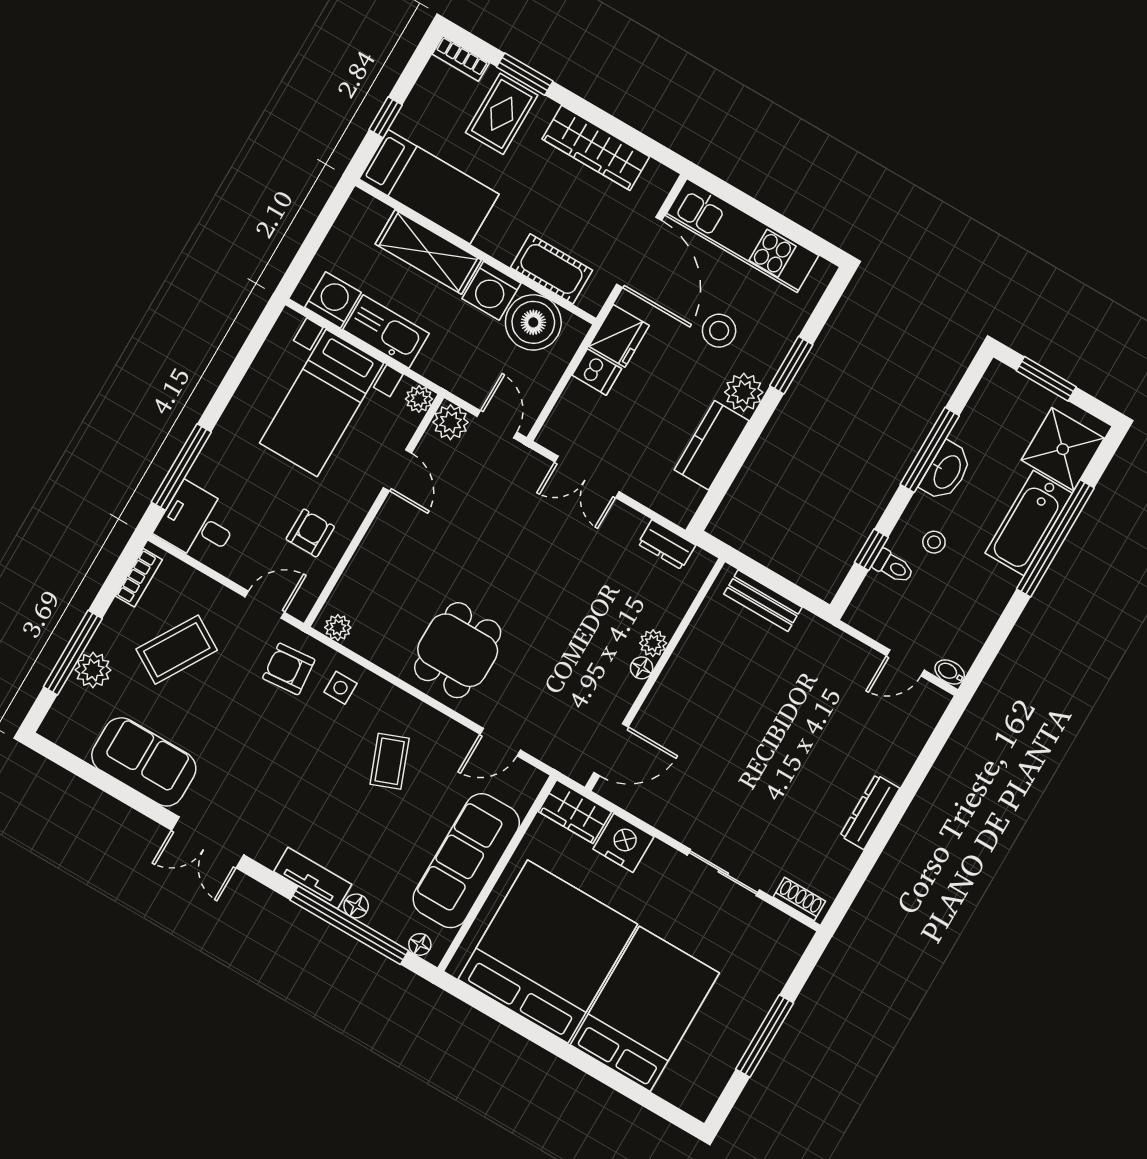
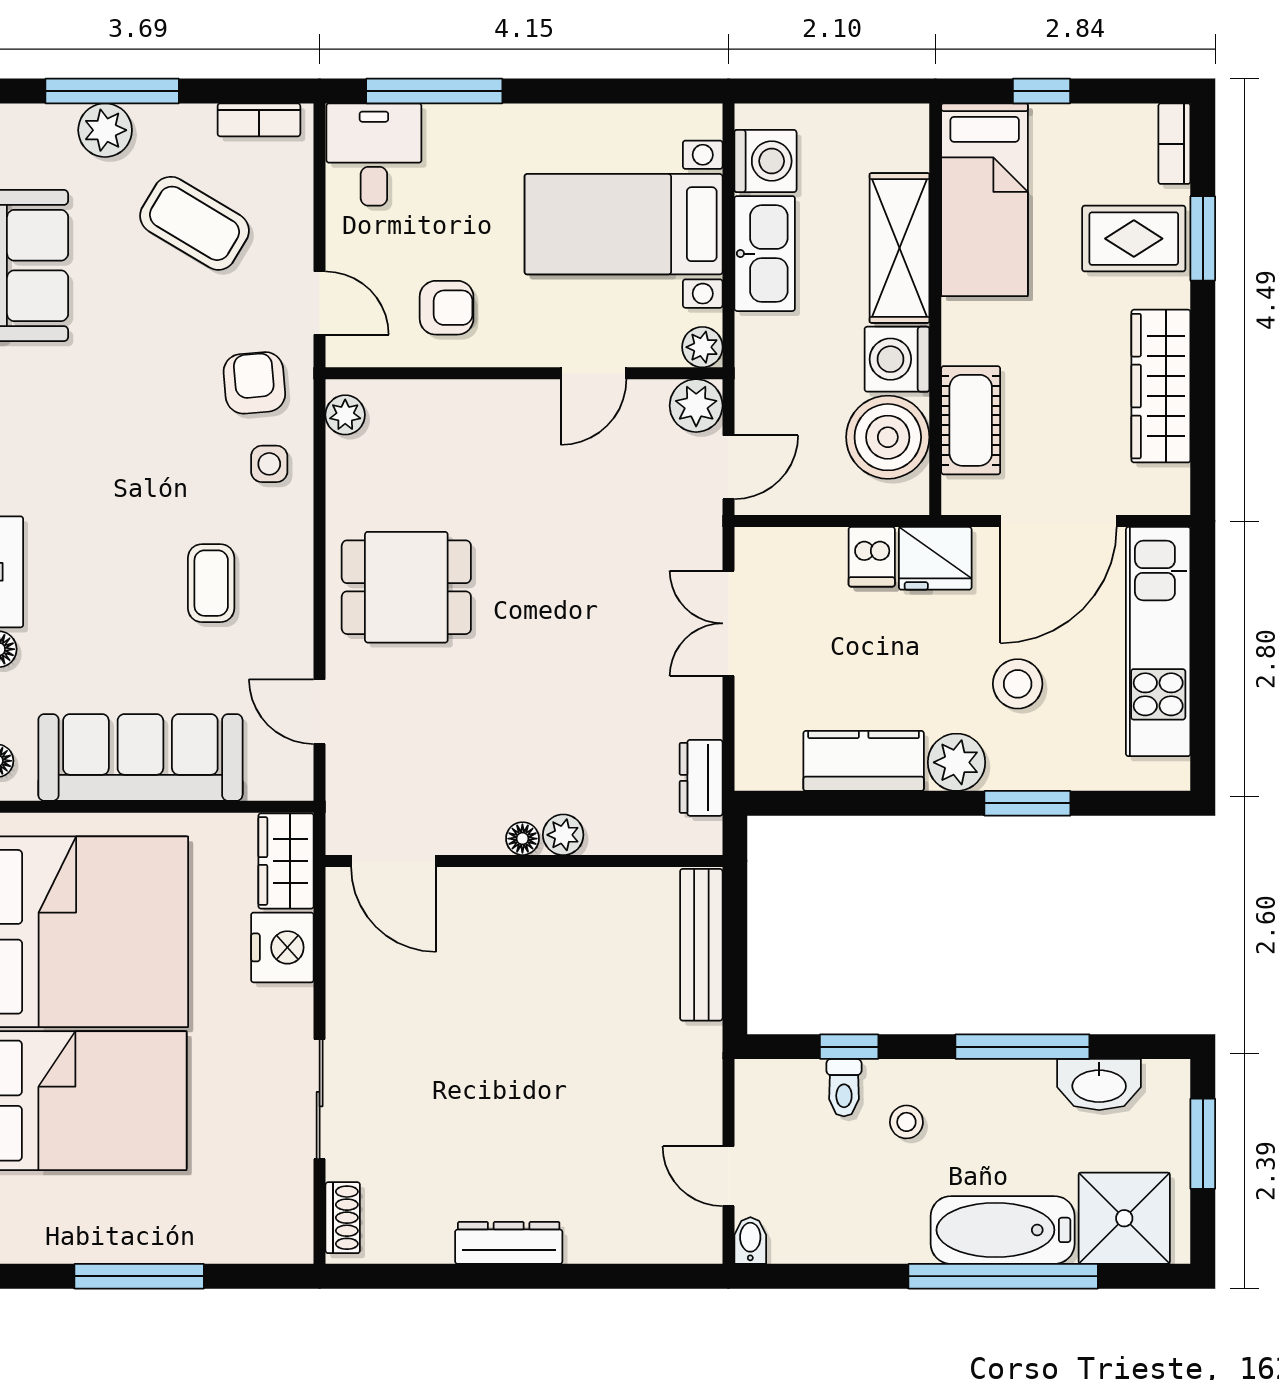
washbasin: (946, 471) -> (1099, 1085), moved
bench: (763, 601) -> (701, 945), width x1.36
coffee table: (390, 761) -> (211, 583), turned -69

